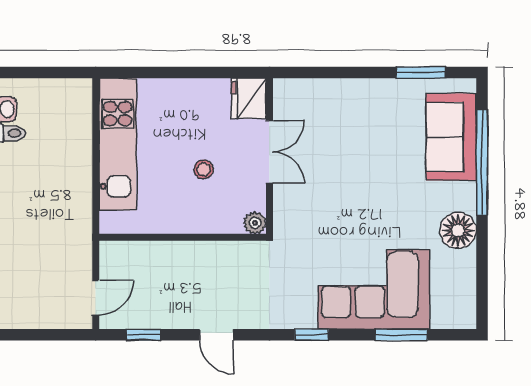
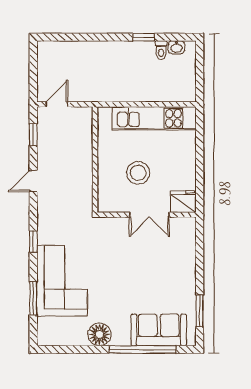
stool: (204, 169) -> (138, 173), width x1.89, depth x1.89
plant: (255, 223) -> (104, 205), removed
door: (96, 298) -> (57, 104), swing flipped

